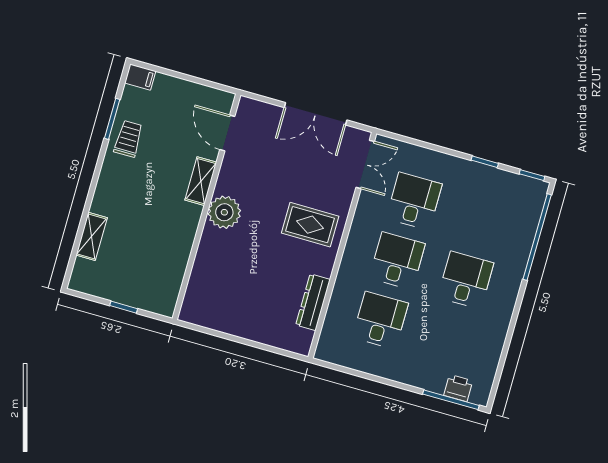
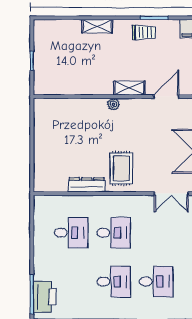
desk: (414, 201) -> (156, 282), moved
plant: (224, 212) -> (113, 104), width x0.53, depth x0.53
shelving: (92, 236) -> (97, 26), moved
dresser: (313, 302) -> (87, 185), moved
printer: (458, 388) -> (45, 297), width x1.87, depth x1.48

